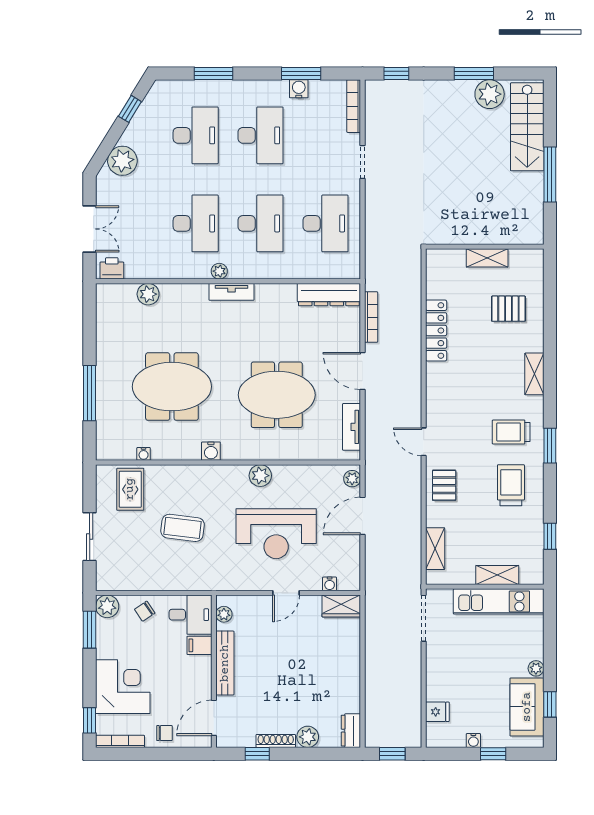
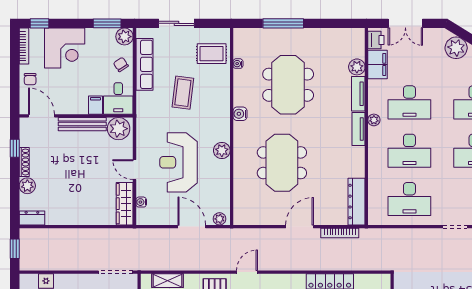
filing cabinet: (145, 266) -> (378, 64), added
tv unit: (352, 427) -> (358, 94), moved, turned -90
row of seats: (145, 579) -> (144, 64), added
wardrobe: (341, 606) -> (125, 204), width x1.50
plant: (224, 614) -> (119, 129), width x1.88, depth x1.88

